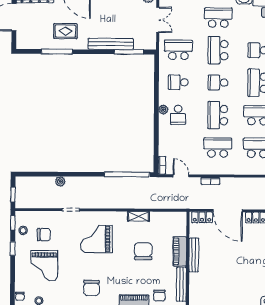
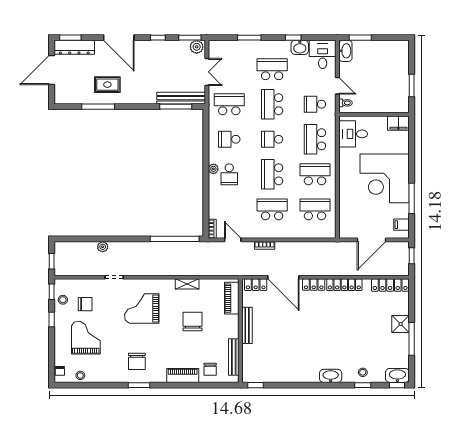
bench: (111, 44) -> (181, 98), moved
piano: (180, 251) -> (232, 298), moved
grand piano: (44, 266) -> (86, 338), turned 180

